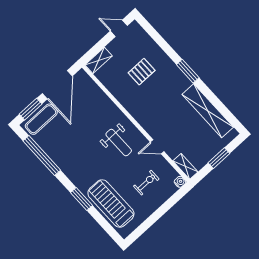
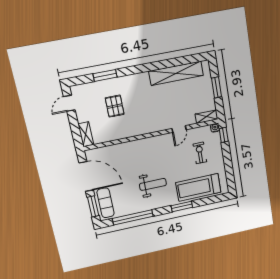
window: (188, 71) -> (105, 75), moved
weight bench: (119, 143) -> (153, 184), moved
window: (178, 195) -> (224, 135), added

